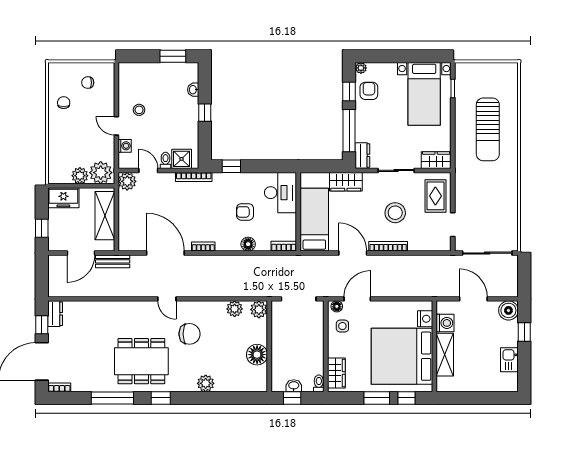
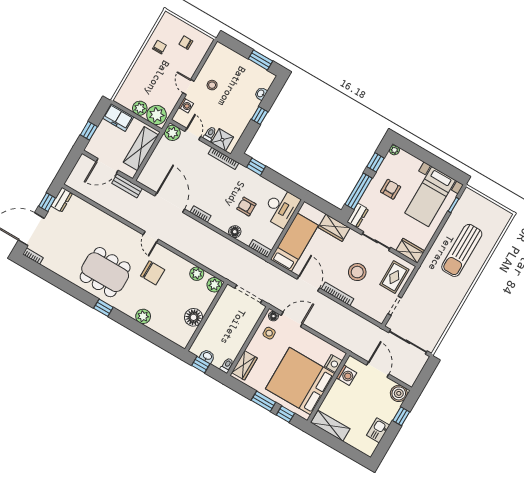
armchair: (369, 91) -> (391, 189), moved
shelving: (445, 355) -> (330, 426), moved, turned 90
window: (112, 398) -> (68, 287), removed

